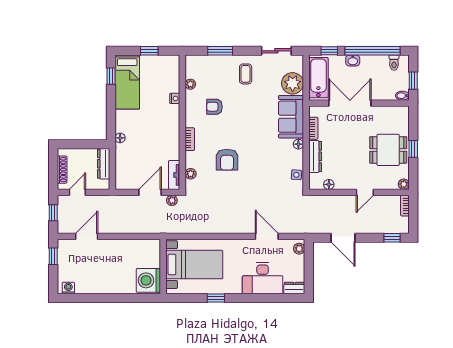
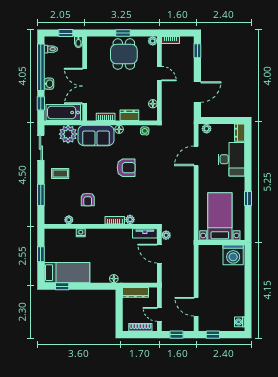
dresser: (315, 156) -> (129, 115), width x0.70
armchair: (227, 160) -> (126, 168), moved
plant: (191, 174) -> (130, 220), moved

